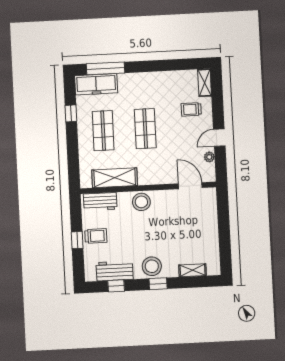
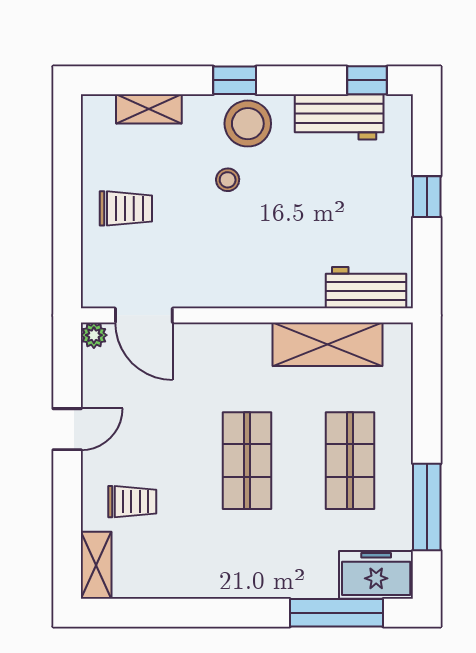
freezer: (96, 84) -> (376, 575), width x0.71
window: (71, 113) -> (427, 507), width x2.17
plant: (209, 157) -> (94, 335), moved
stool: (141, 202) -> (228, 180), moved, width x0.53, depth x0.53
trolley: (96, 236) -> (126, 208), moved, turned 180
window: (116, 286) -> (367, 80), moved

